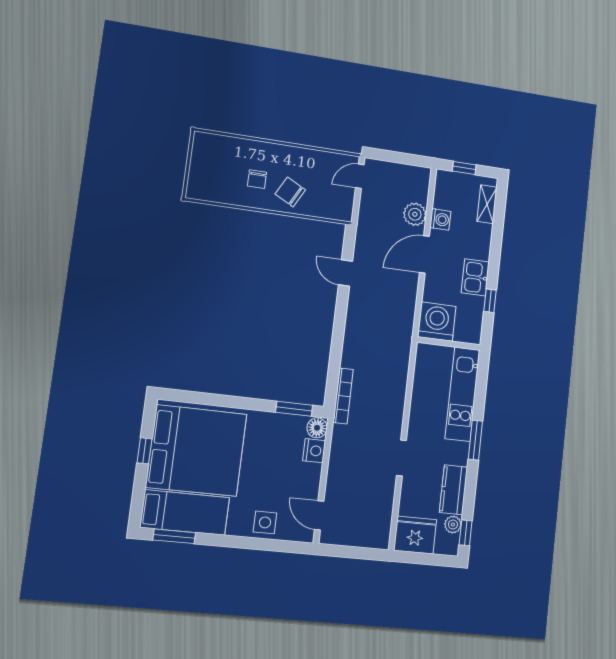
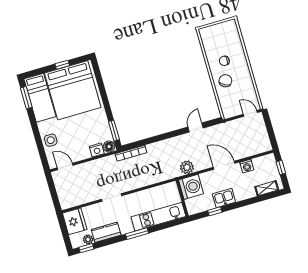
plant: (415, 214) -> (187, 167), moved
door: (319, 515) -> (65, 166), hinge flipped

